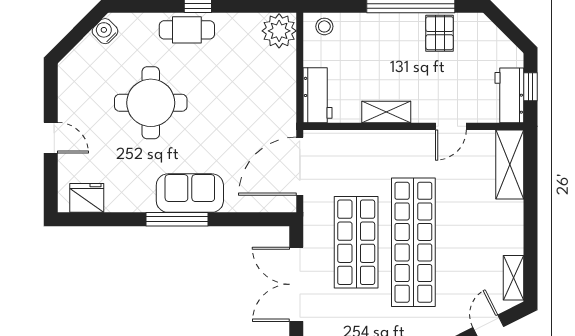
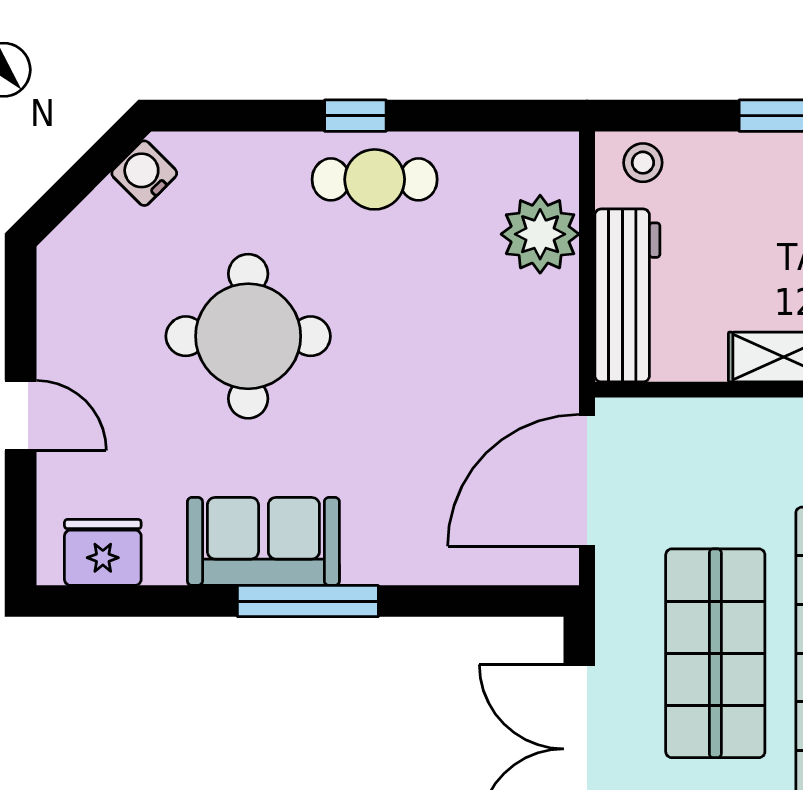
cafe table: (187, 30) -> (375, 179), moved
plant: (279, 31) -> (540, 234), moved
workbench: (317, 95) -> (627, 295), width x1.38
sofa: (190, 193) -> (263, 541), moved

